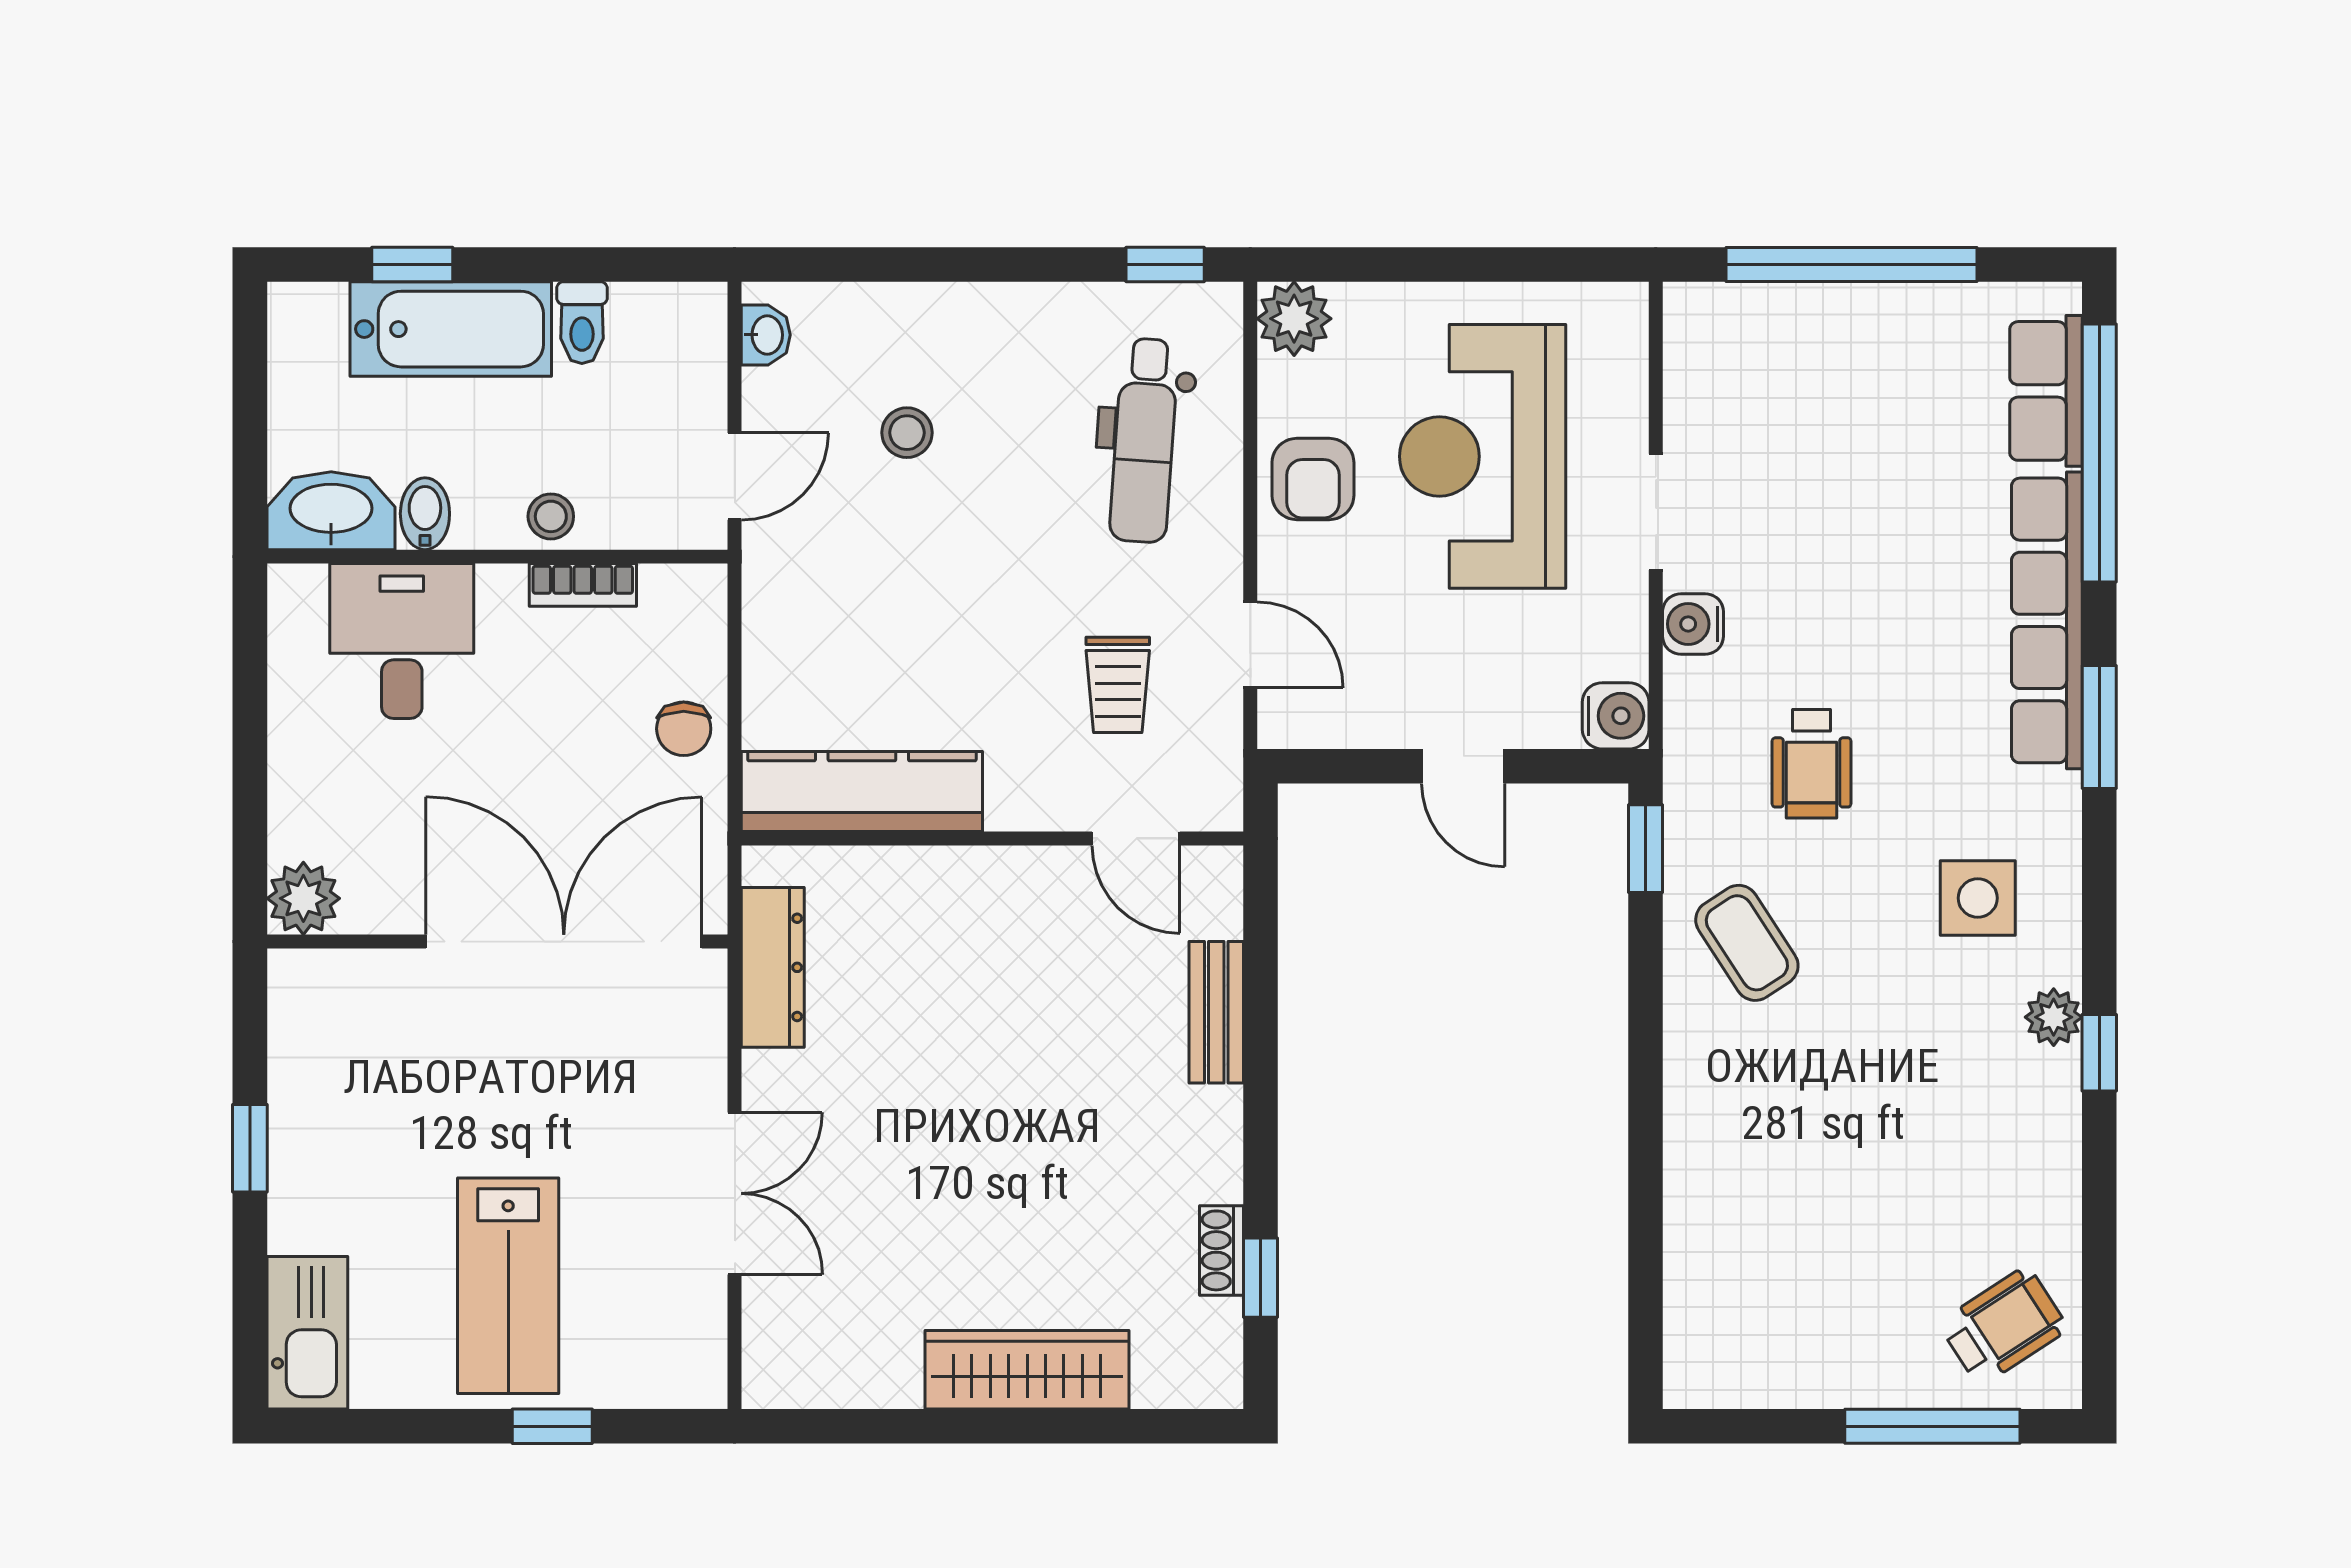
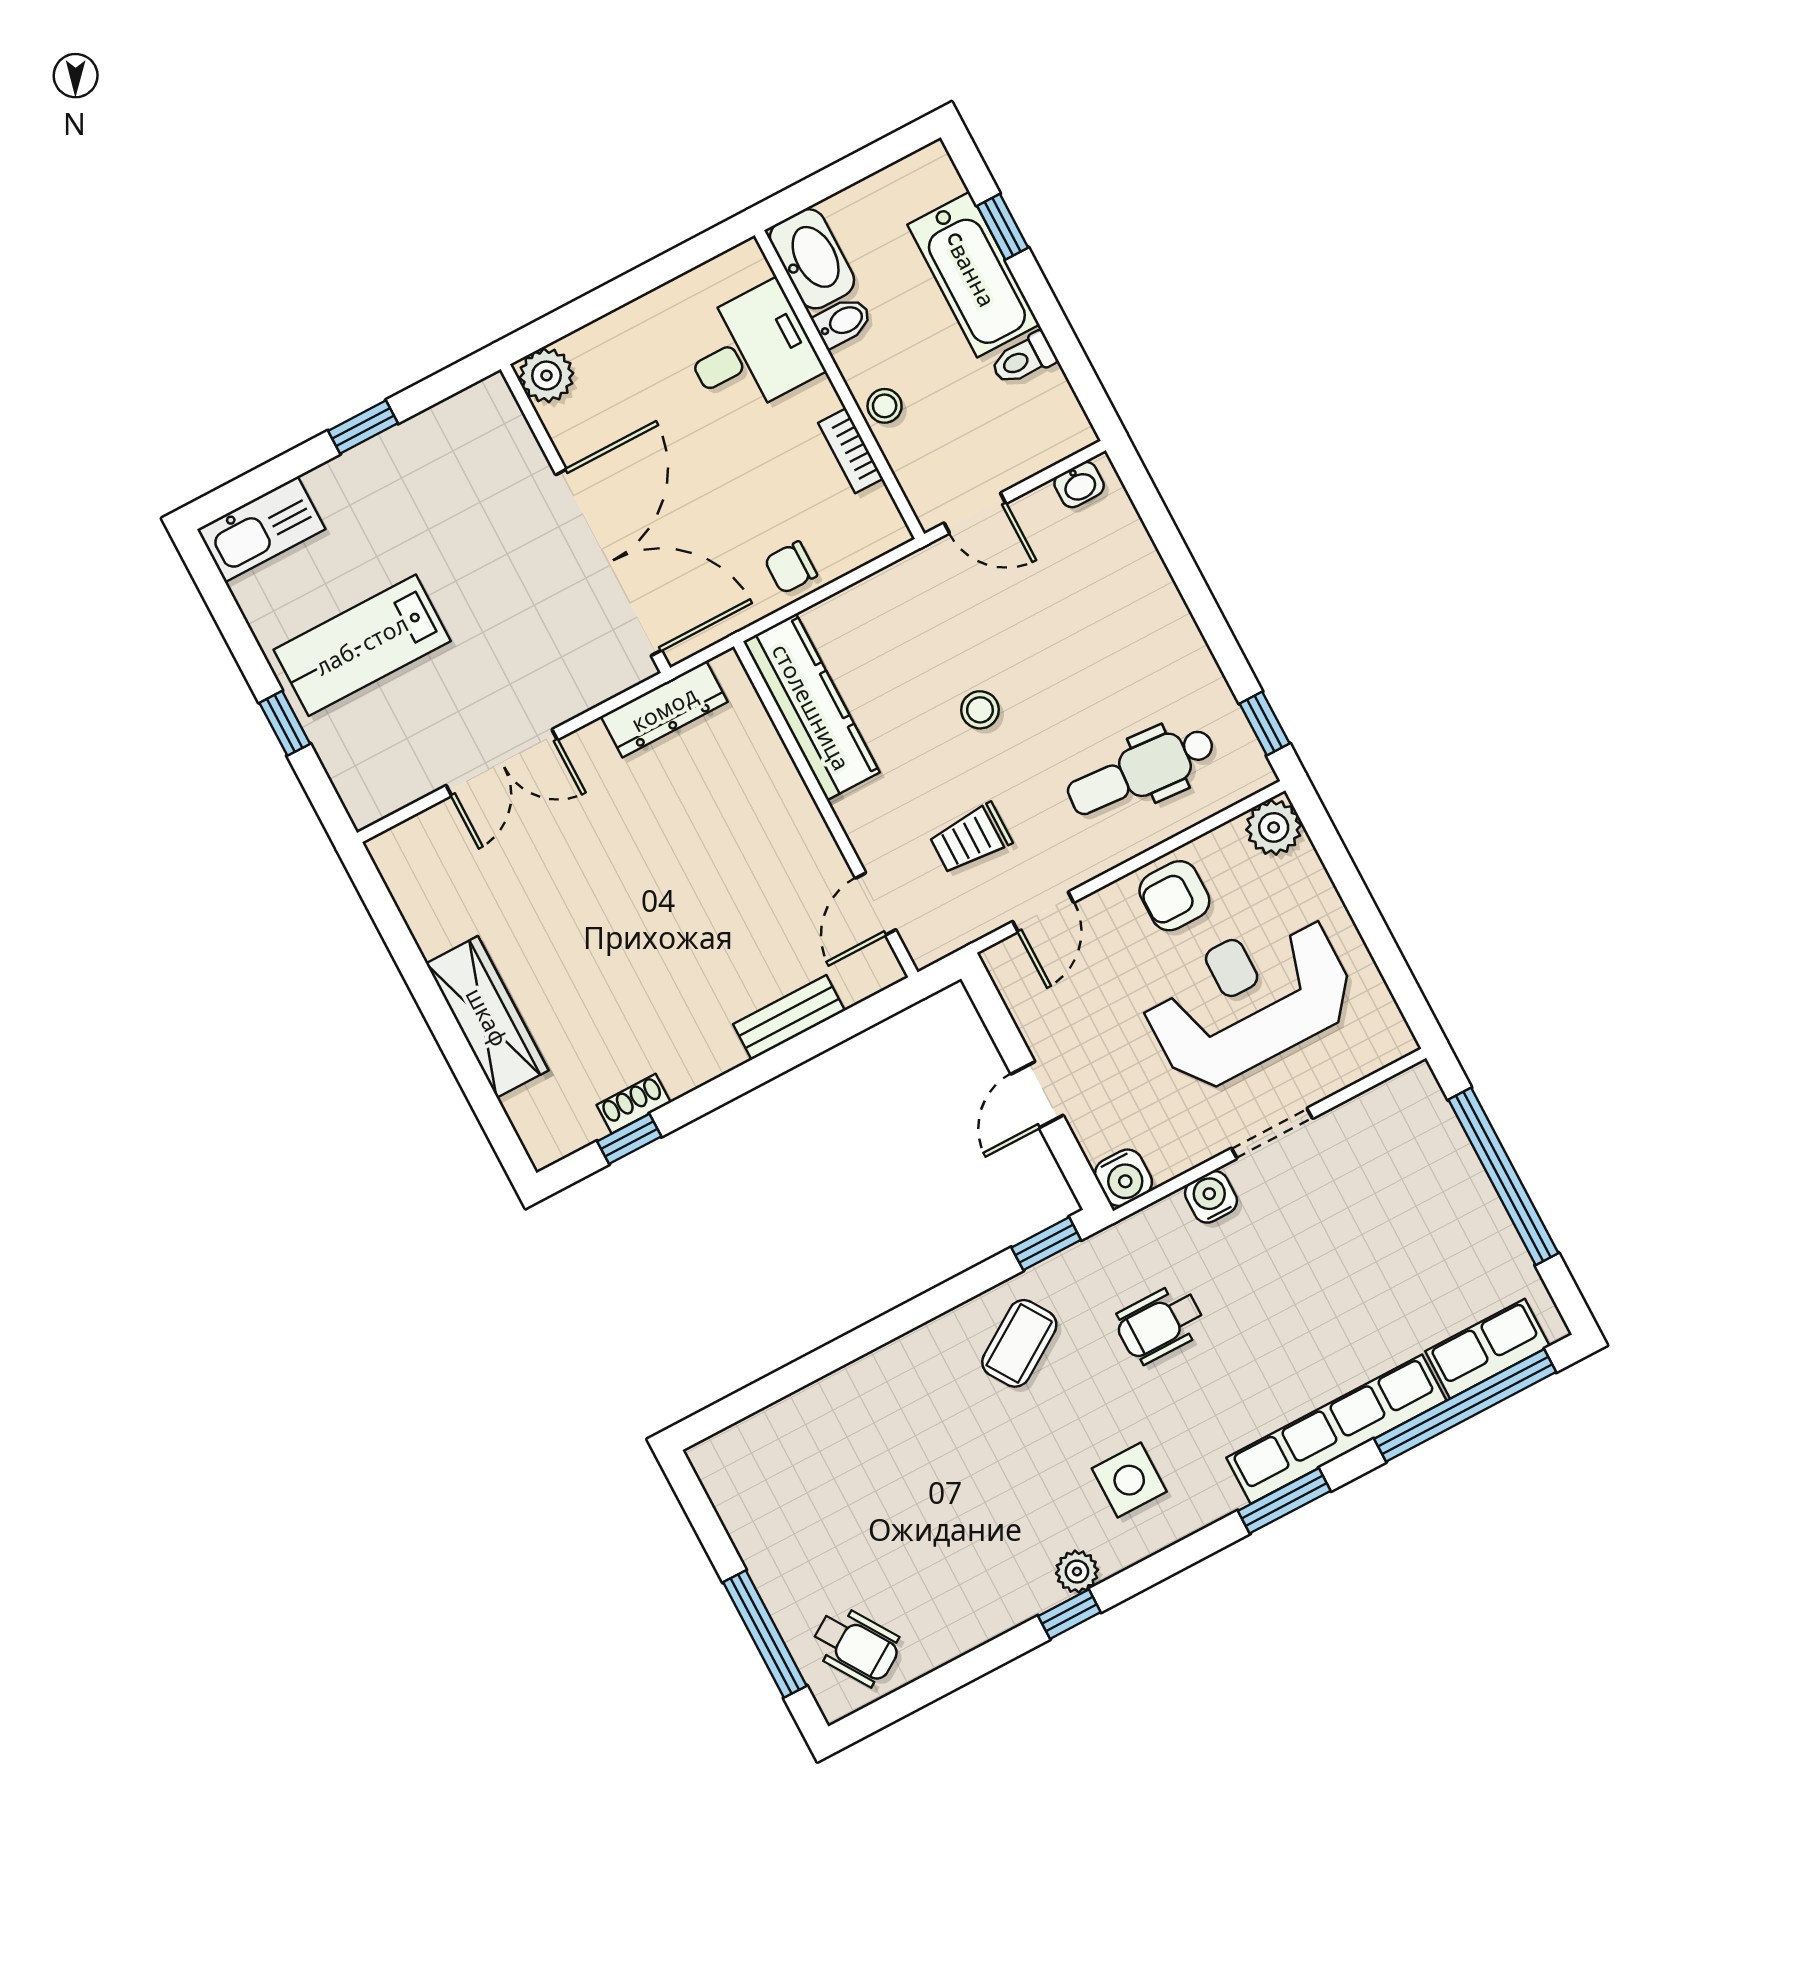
stool: (907, 433) -> (980, 710), moved

